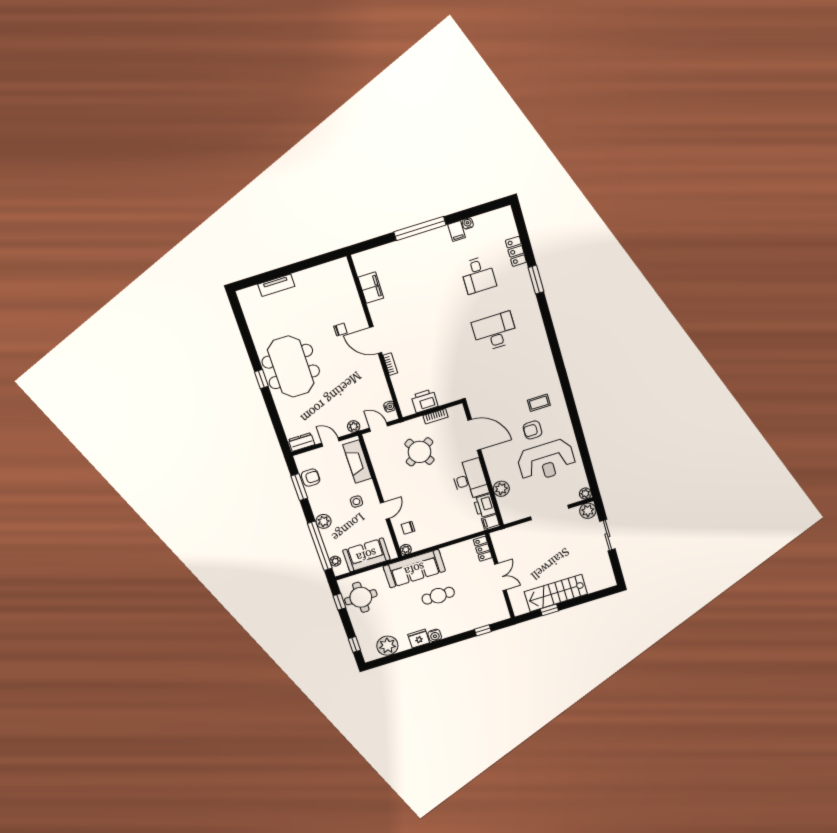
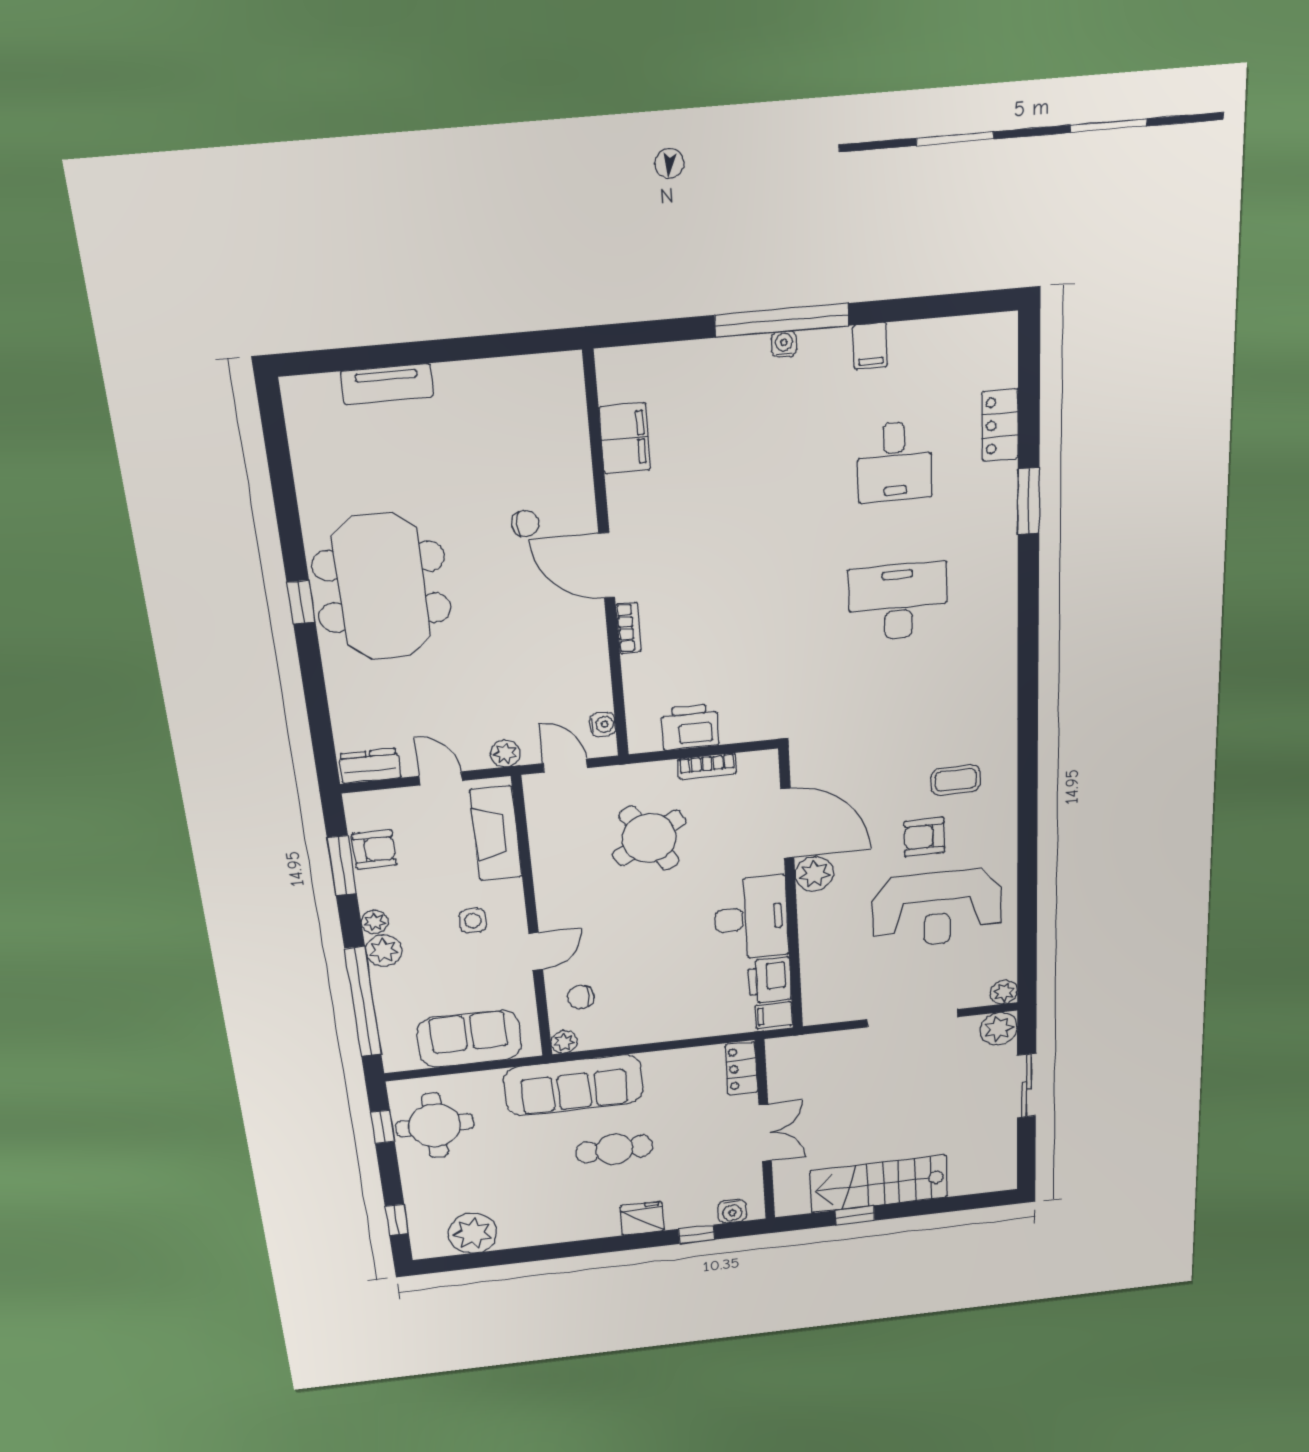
water cooler: (468, 223) -> (784, 344), moved
plant: (501, 489) -> (814, 874), moved
plant: (335, 561) -> (375, 922), moved
water cooler: (435, 635) -> (732, 1211), moved
fridge: (419, 639) -> (642, 1218), moved

